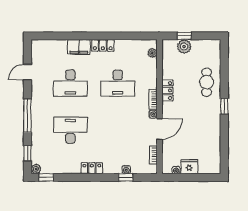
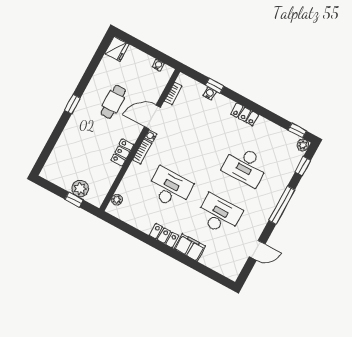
cafe table: (207, 82) -> (113, 102), moved
fridge: (189, 167) -> (117, 49), moved, turned -90

